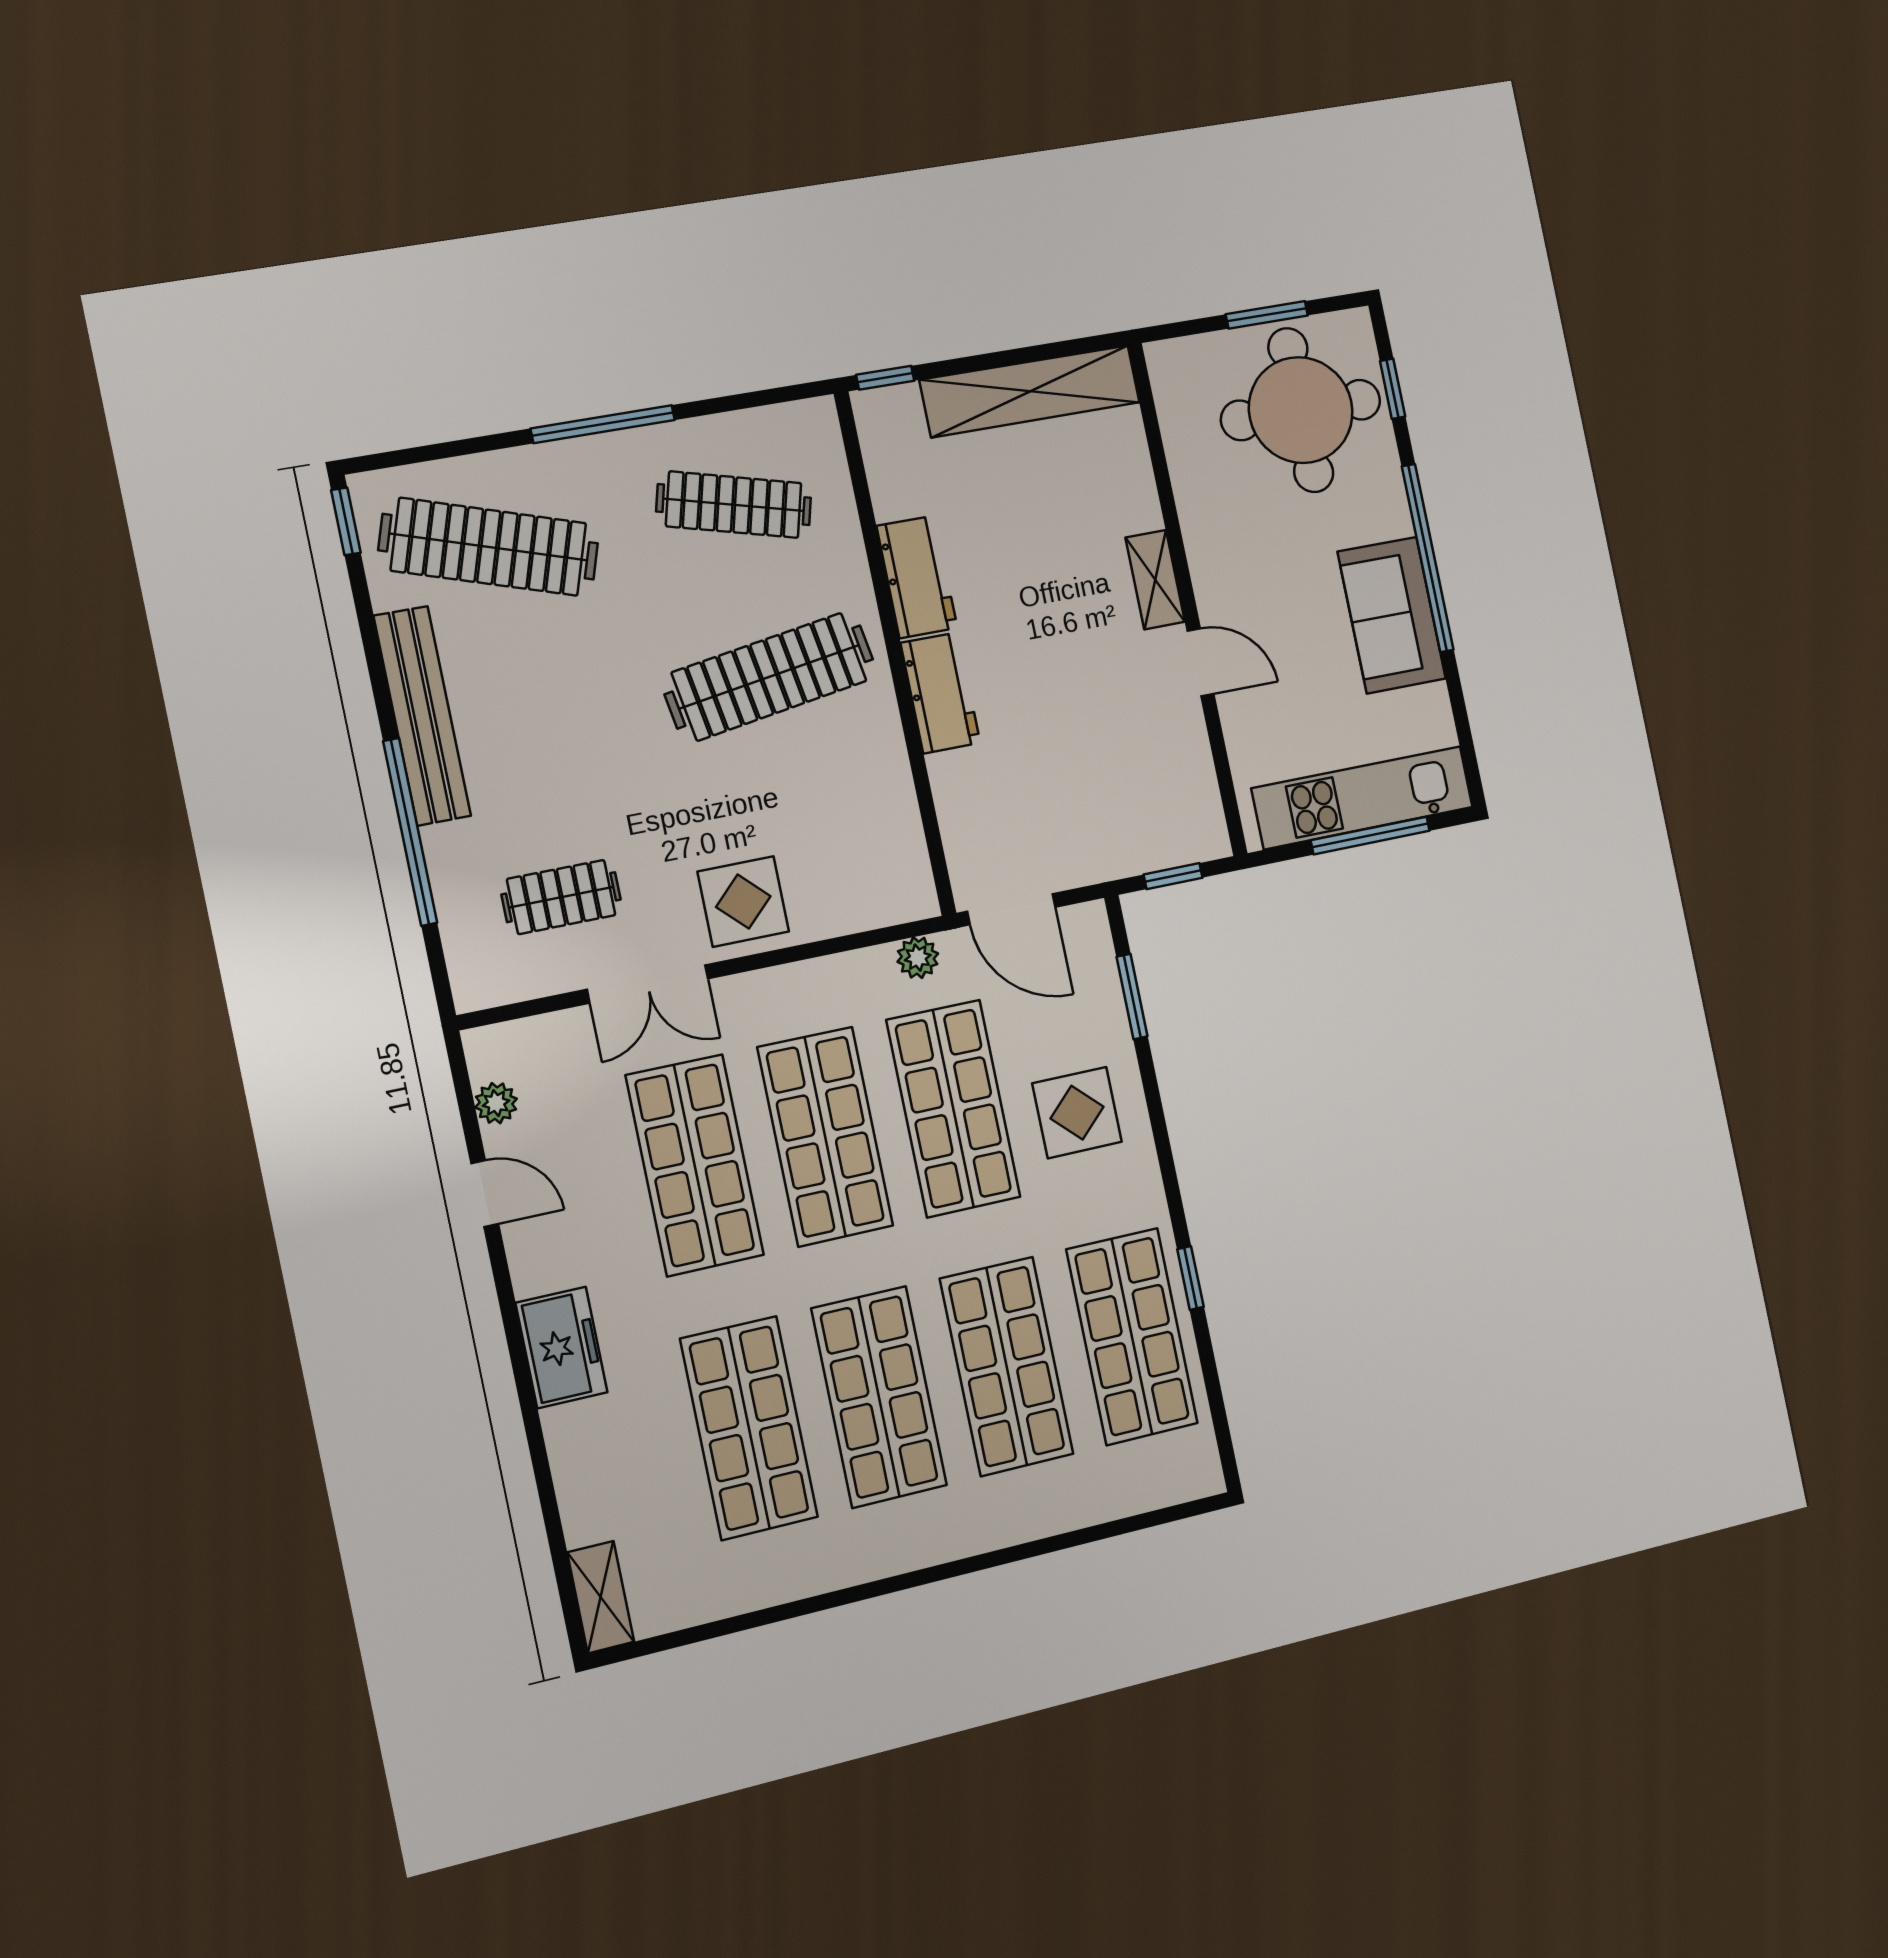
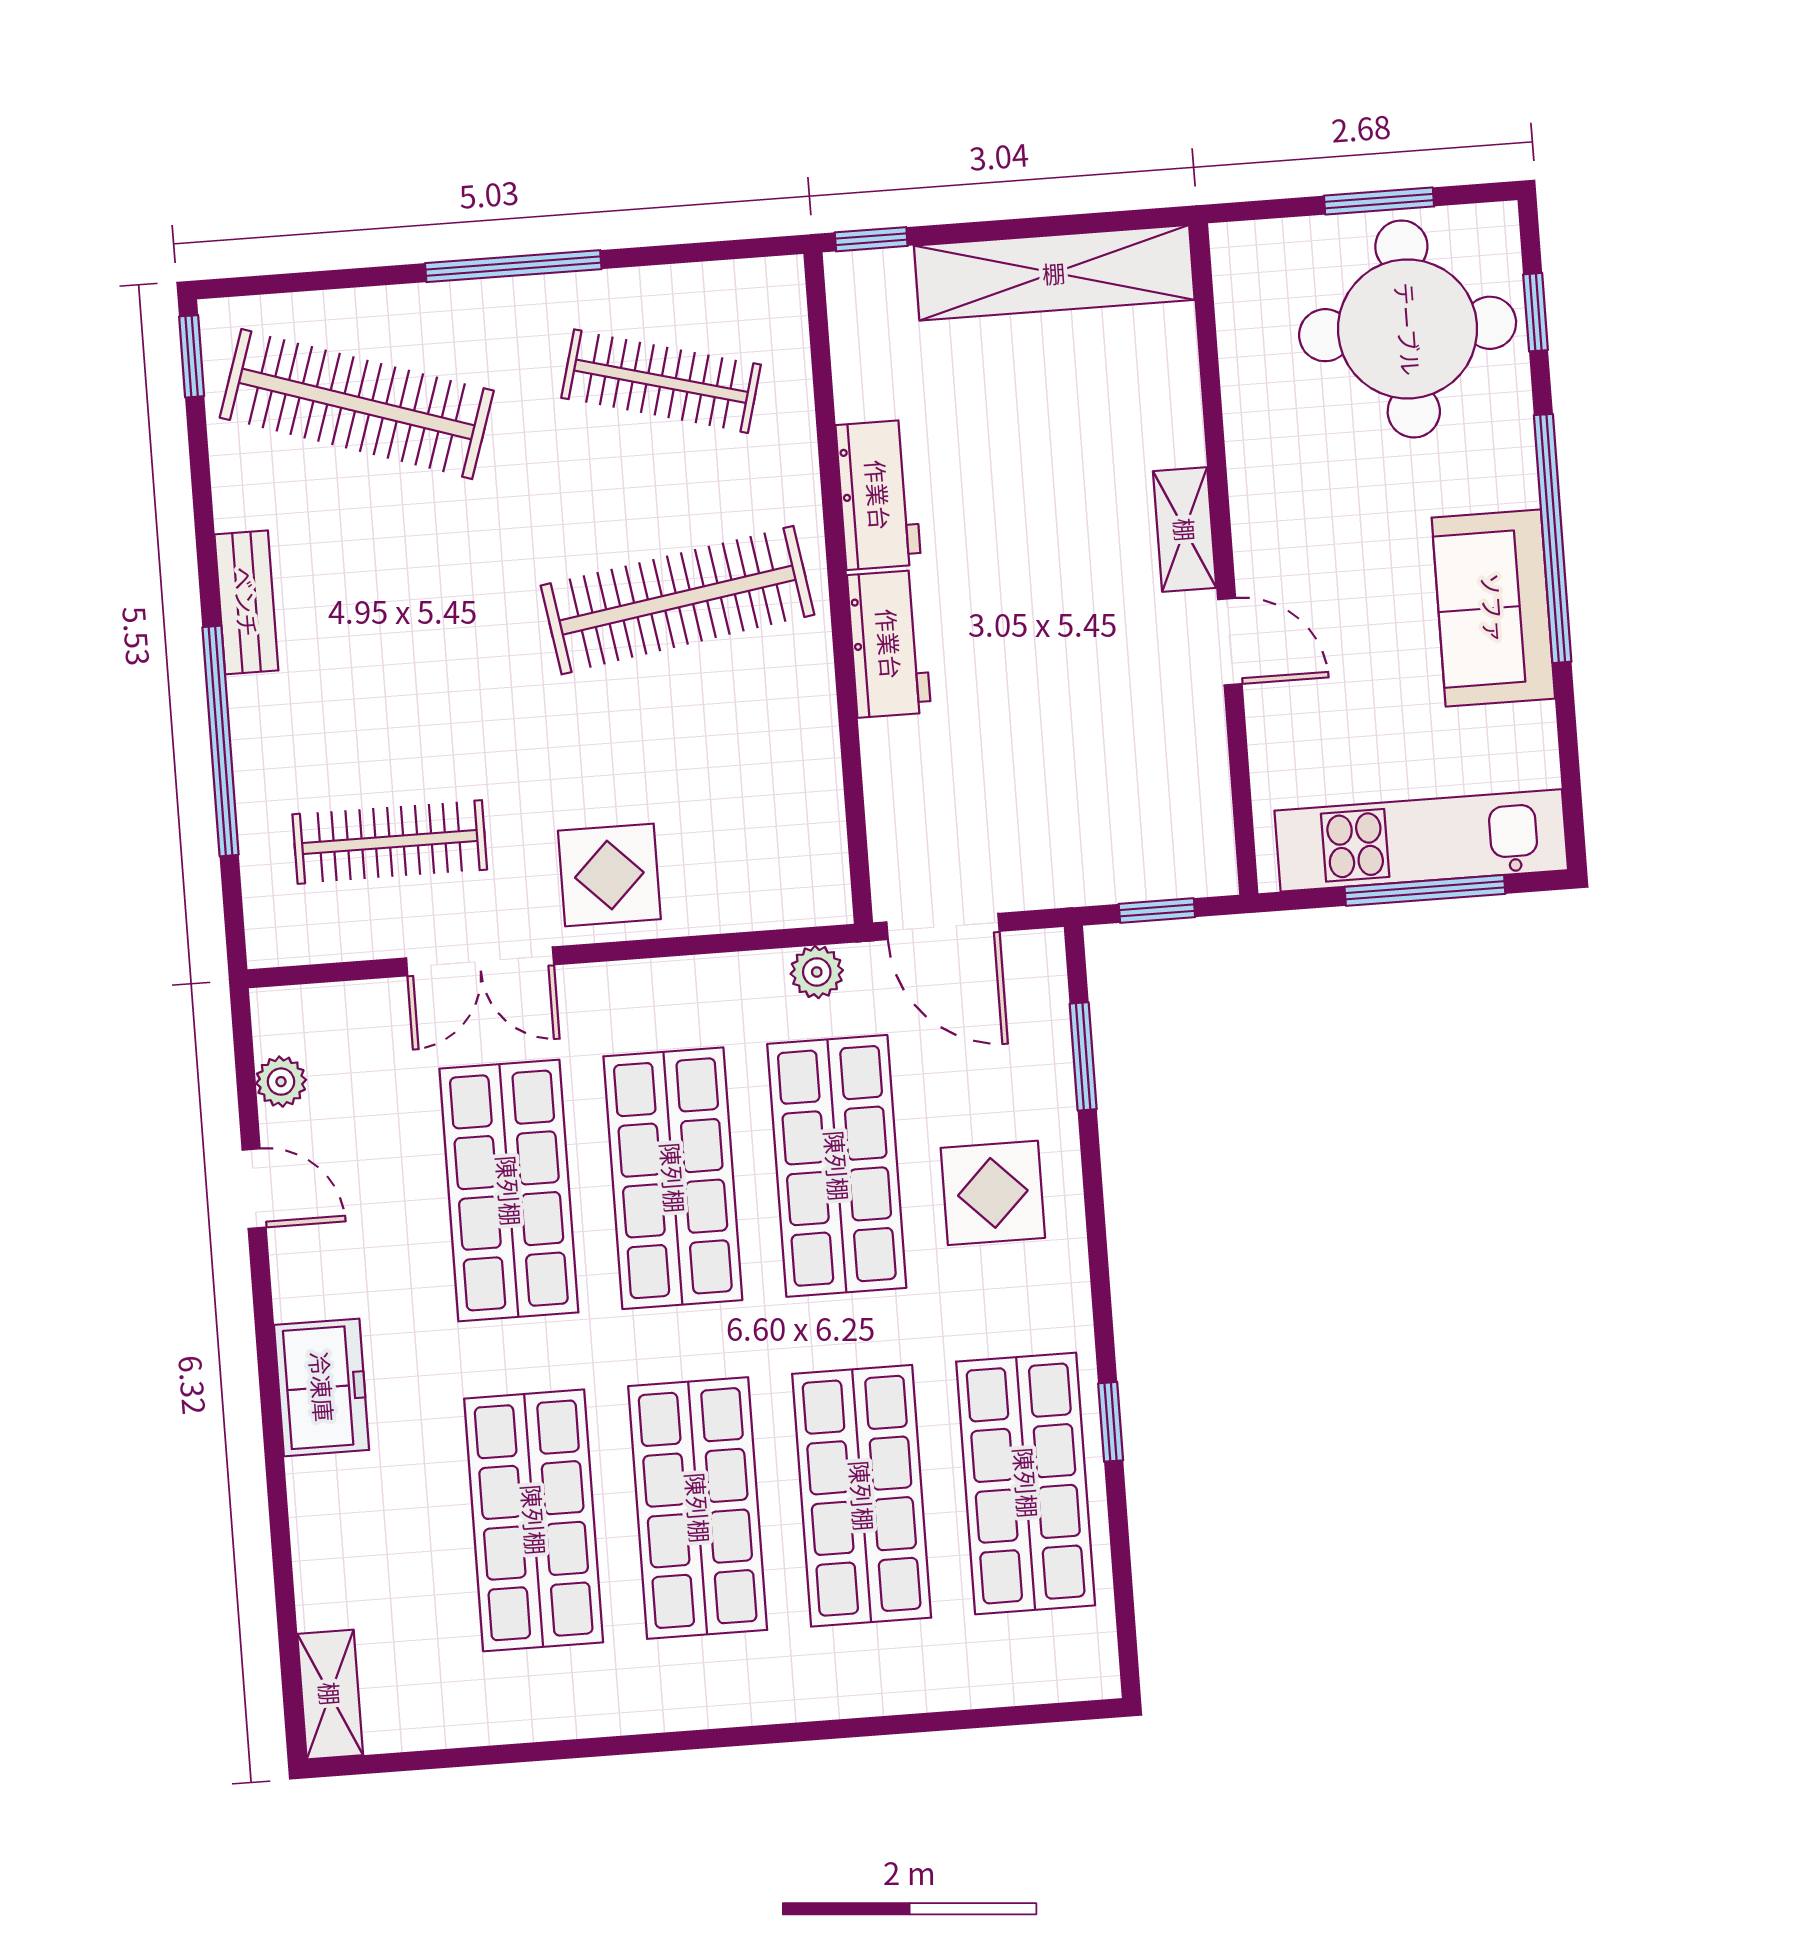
bench: (422, 716) -> (246, 602), width x0.54, depth x0.82
clothes rail: (561, 897) -> (390, 842), width x1.36

